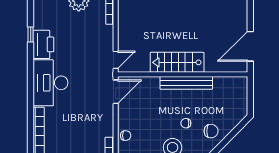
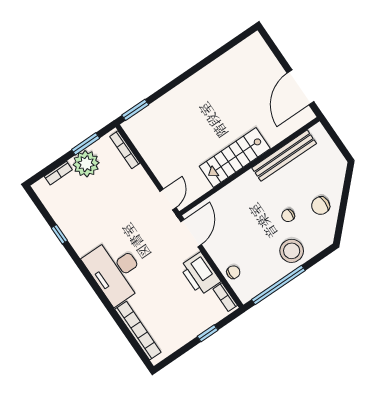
printer: (43, 44) -> (200, 274), moved, turned 180
bench: (186, 83) -> (284, 156), moved
chair: (211, 131) -> (321, 206), turned 180

